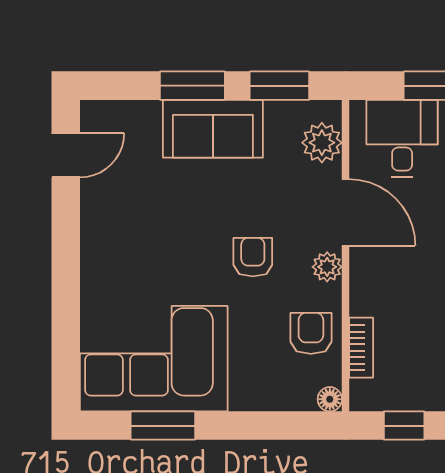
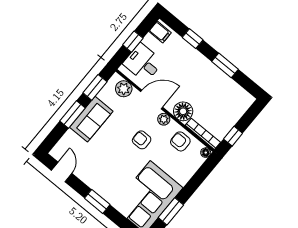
window: (66, 270) -> (97, 201), added
floor lamp: (373, 291) -> (183, 111), added
bookcase: (361, 348) -> (203, 134), width x1.56

